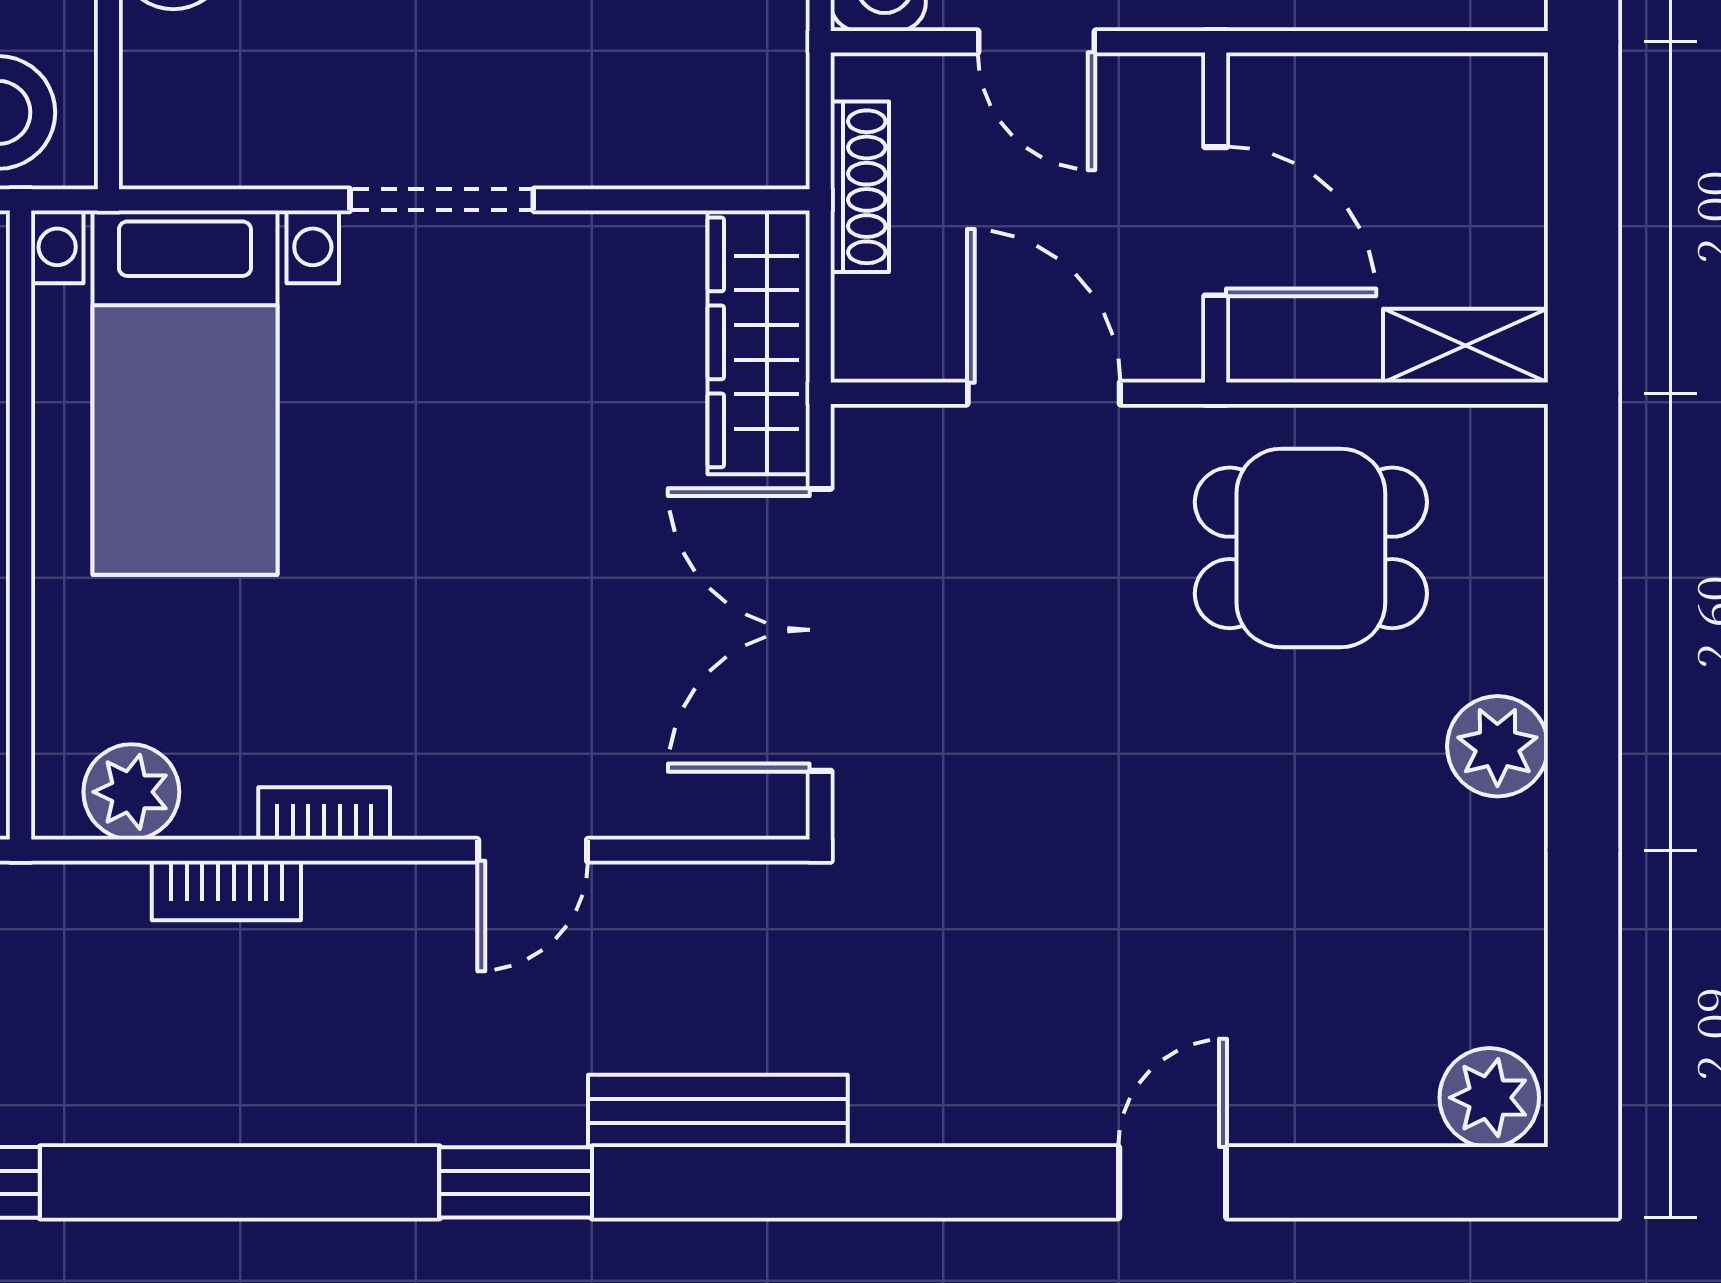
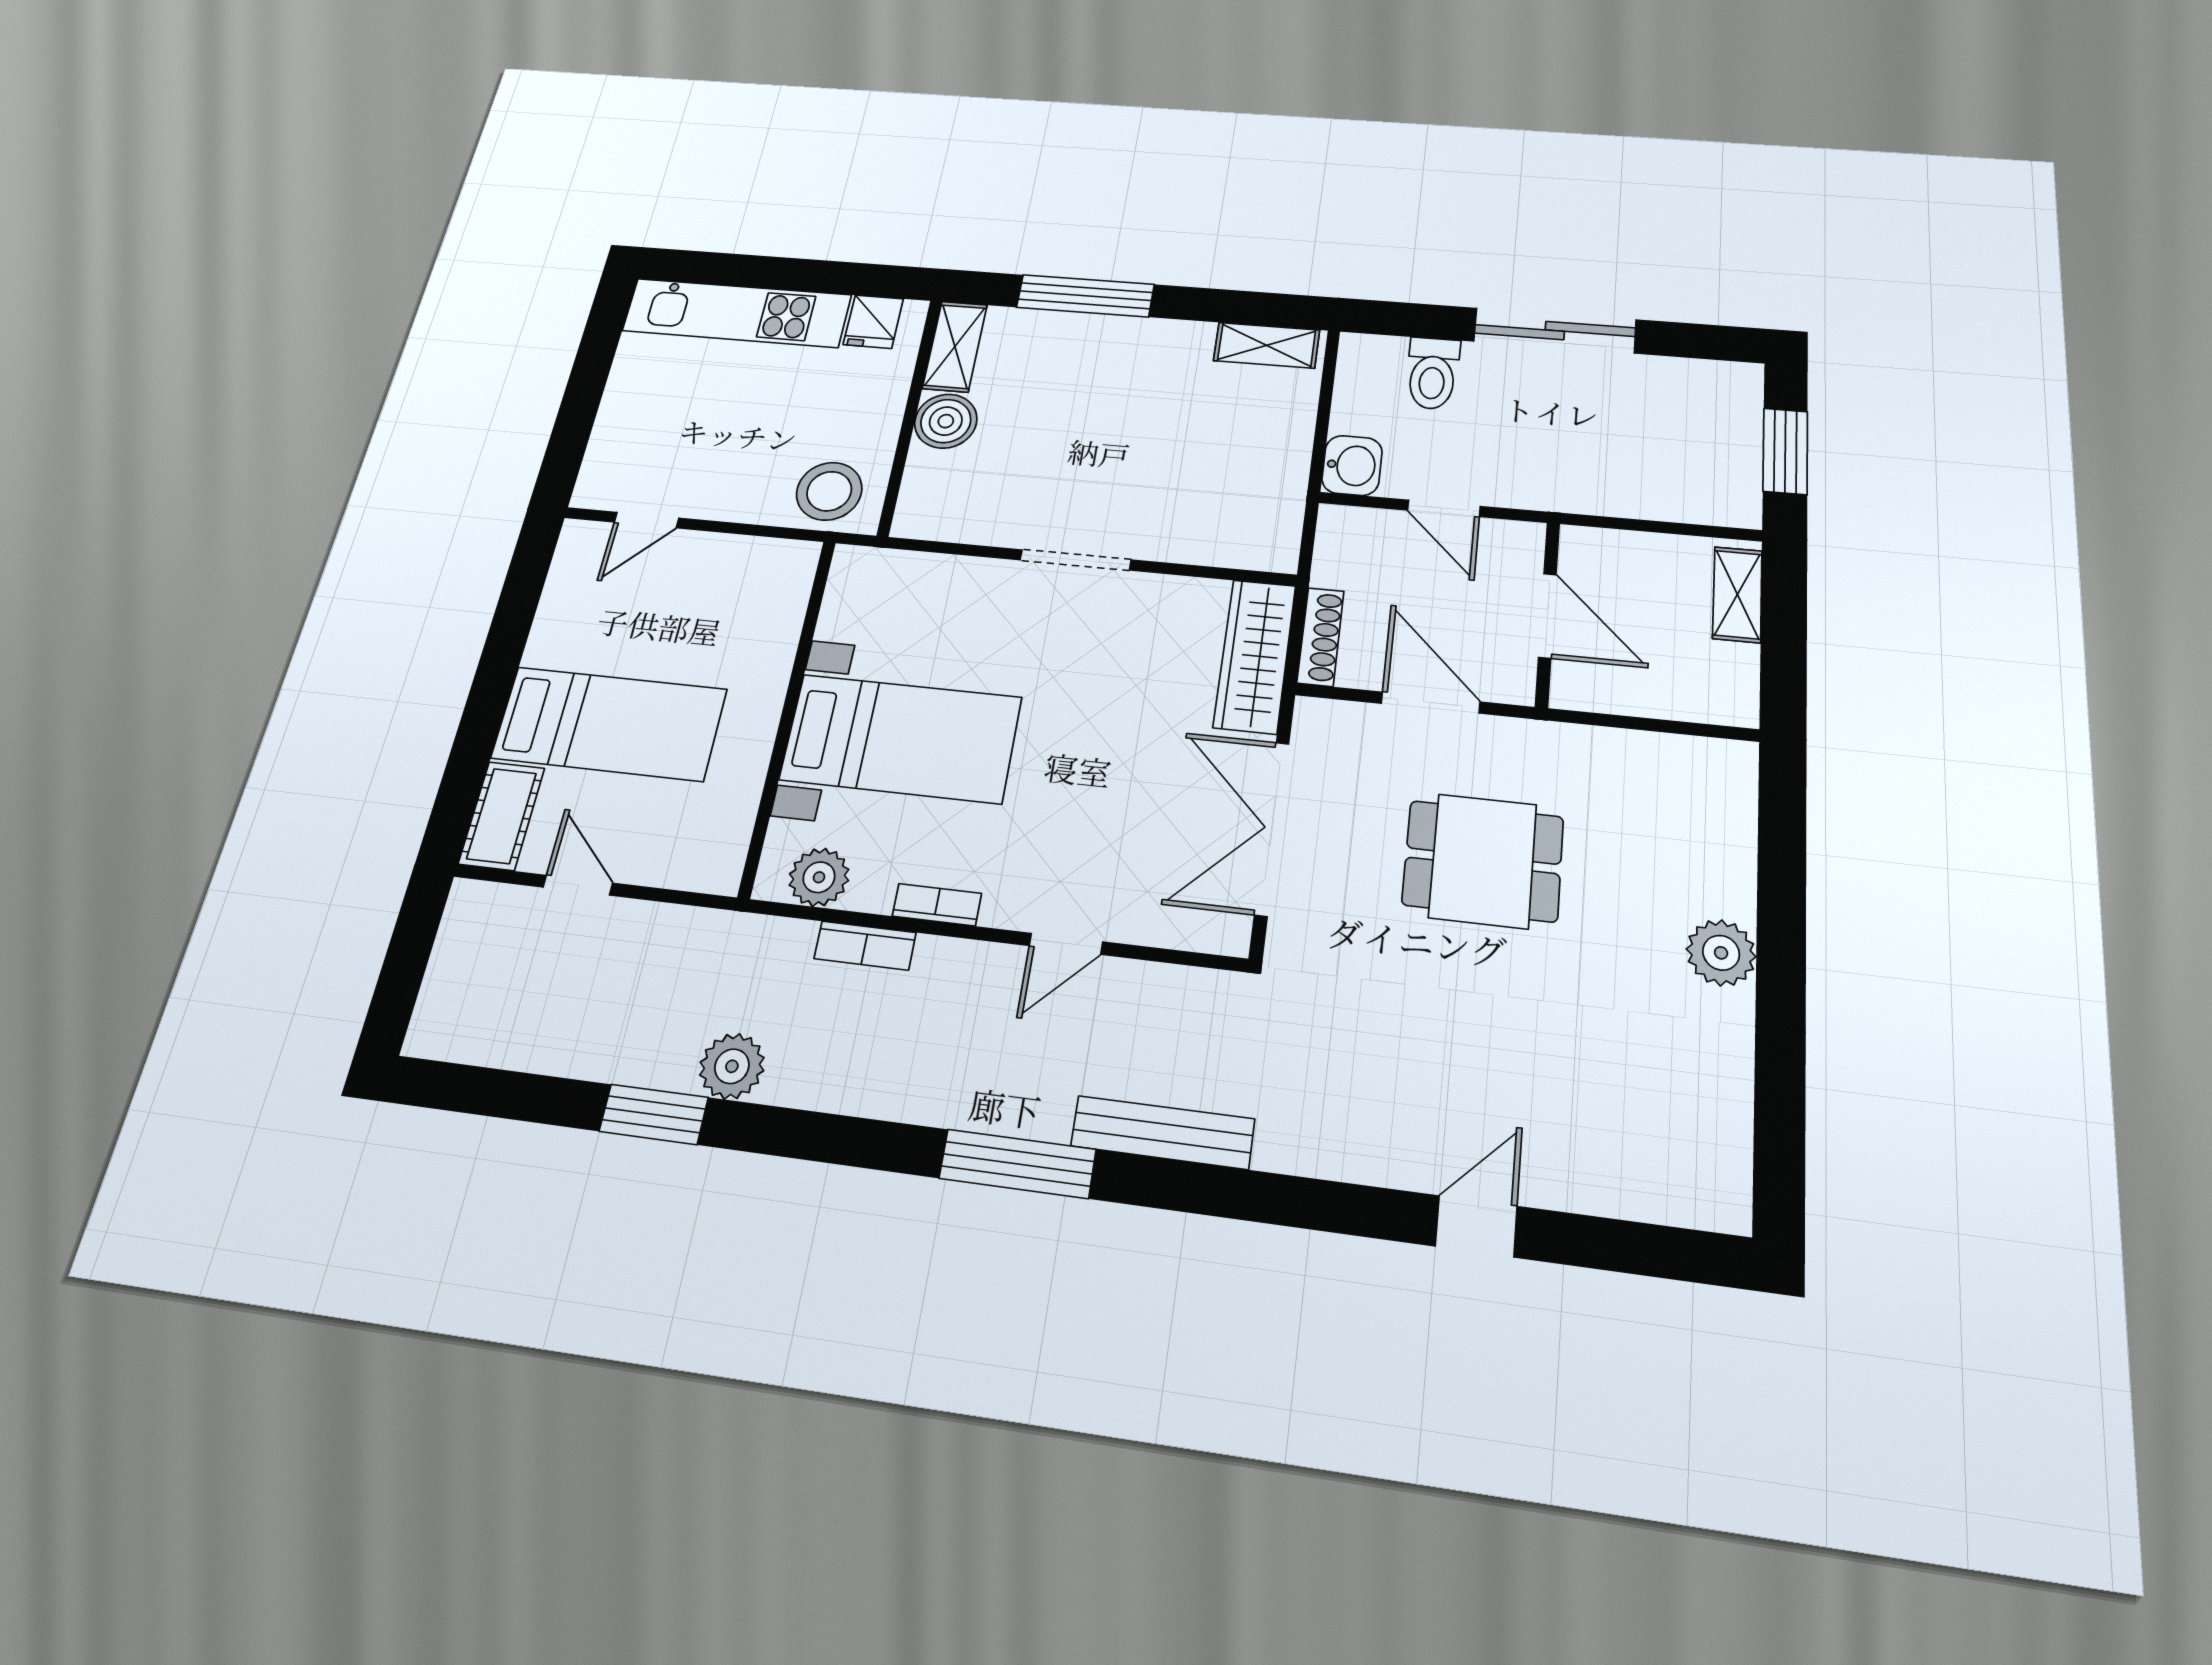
shoe rack: (860, 187) -> (1321, 637), moved
shelving: (1465, 346) -> (1737, 594), moved, turned 90
bed with nightstands: (185, 393) -> (901, 738), moved, turned -90
dining table: (1311, 548) -> (1483, 861), moved
plant: (1489, 1098) -> (732, 1066), moved
window: (516, 1182) -> (1017, 1164), width x1.44

